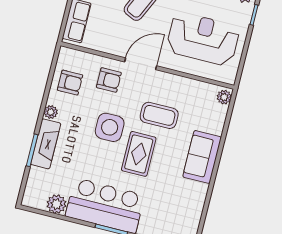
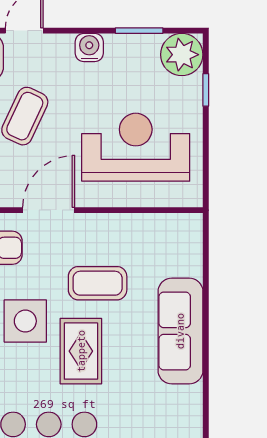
plant: (224, 97) -> (191, 229), removed
sofa: (202, 157) -> (180, 331), width x1.36

